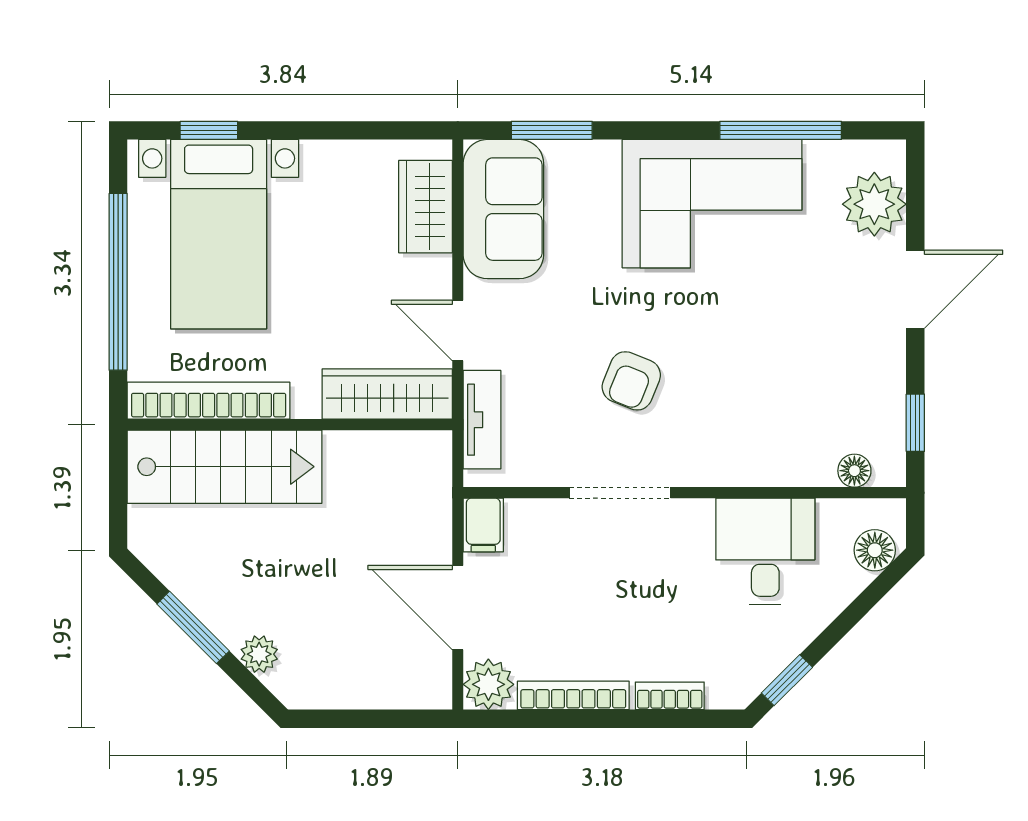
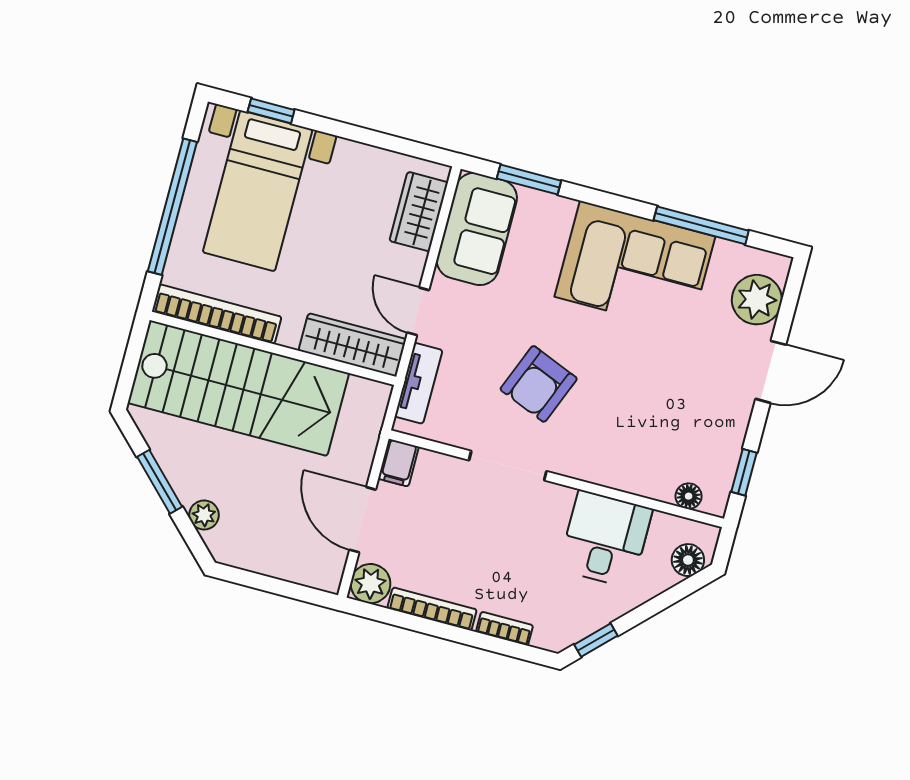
armchair: (631, 381) -> (539, 384), width x1.38, depth x1.38
stairs: (224, 467) -> (238, 388), width x1.36, depth x1.51

